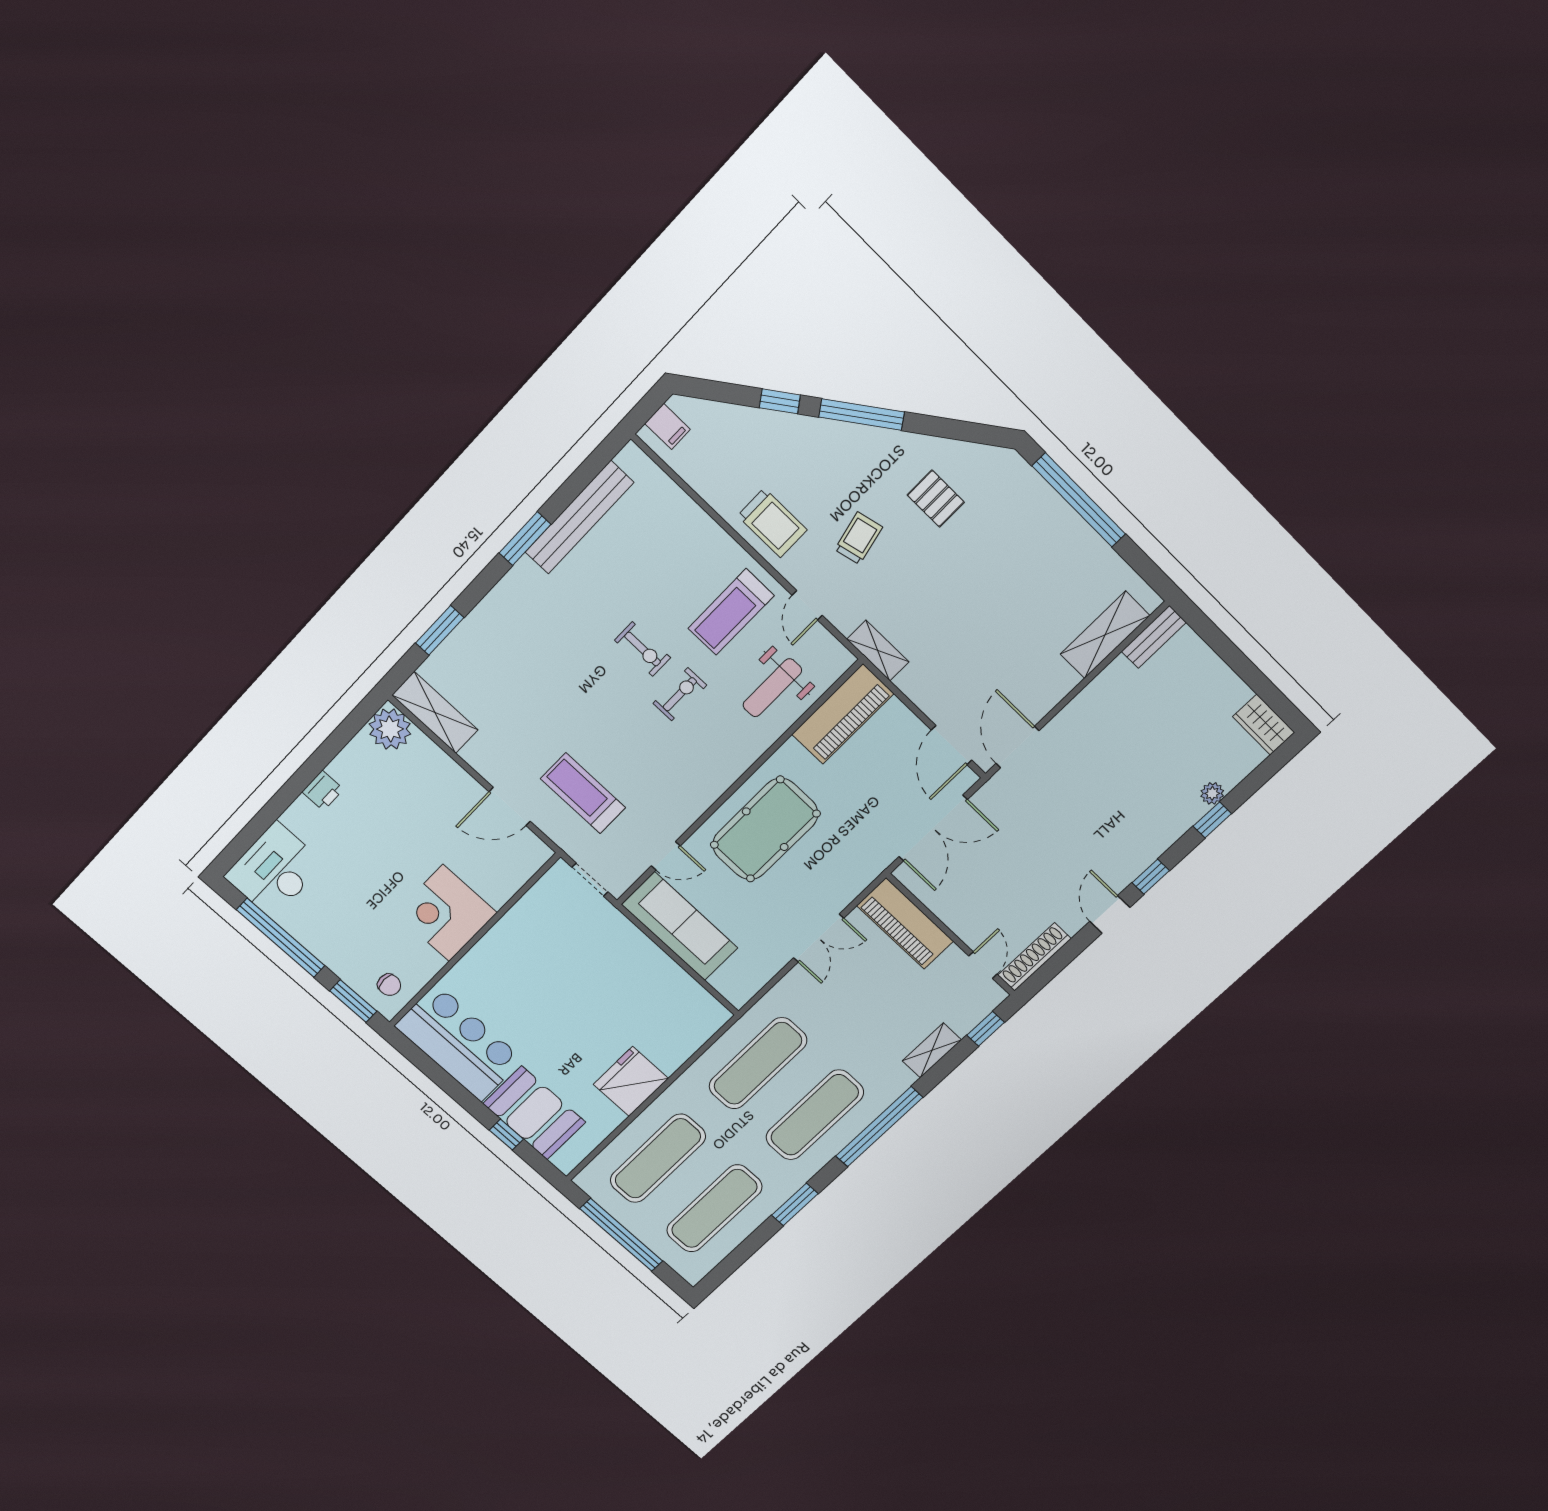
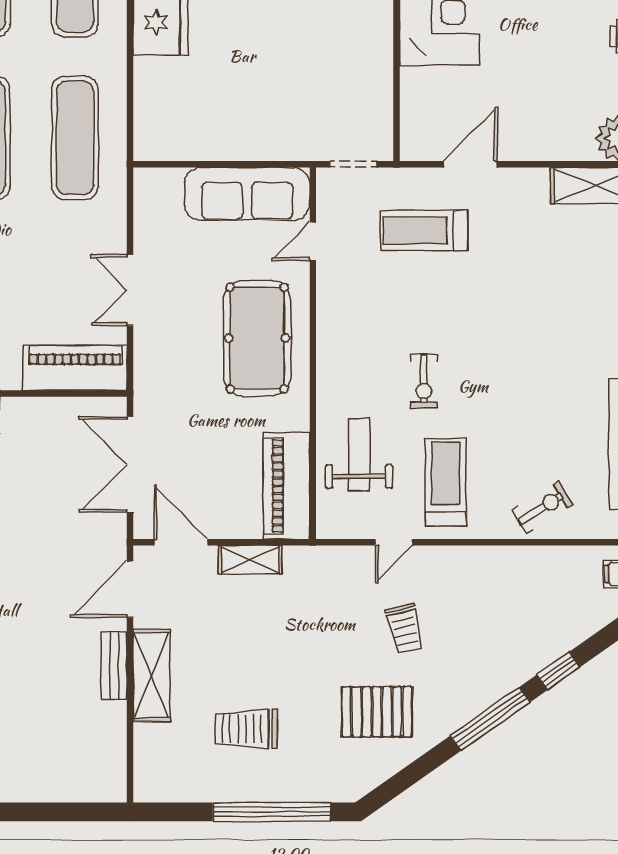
pallet: (936, 499) -> (377, 712), width x1.50, depth x1.42
trolley: (772, 523) -> (246, 729), moved
door: (807, 605) -> (394, 542), swing flipped
shelving: (1105, 635) -> (152, 675), moved
bench: (1154, 637) -> (114, 666), moved
exercise bike: (643, 649) -> (542, 508), moved, turned 148
shelving: (878, 651) -> (250, 560), moved
door: (1017, 747) -> (130, 589), swing flipped
treadmill: (583, 793) -> (424, 230), turned 180

